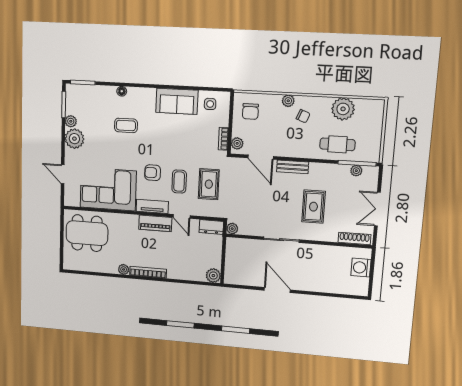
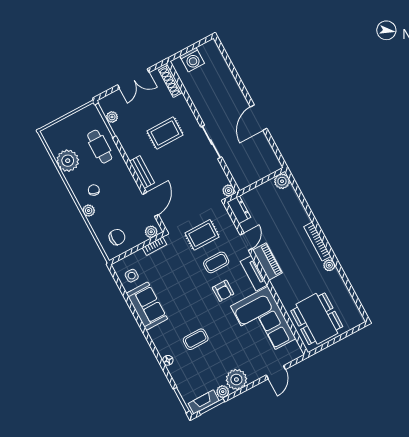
fireplace: (71, 100) -> (204, 402), added
coffee table: (126, 125) -> (196, 339), turned 90

